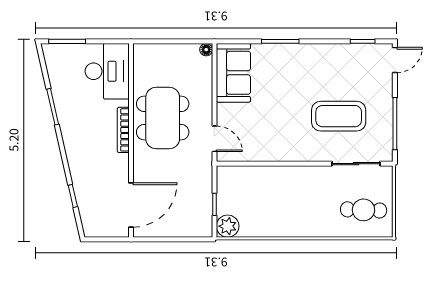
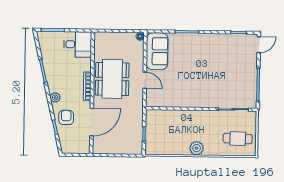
desk: (107, 71) -> (78, 44), width x0.73
coffee table: (339, 116) -> (223, 79), removed
door: (214, 139) -> (145, 80), moved
plant: (72, 149) -> (55, 97), added
armchair: (90, 180) -> (66, 117), added
door: (131, 205) -> (92, 122), moved
plant: (228, 226) -> (197, 148), moved

